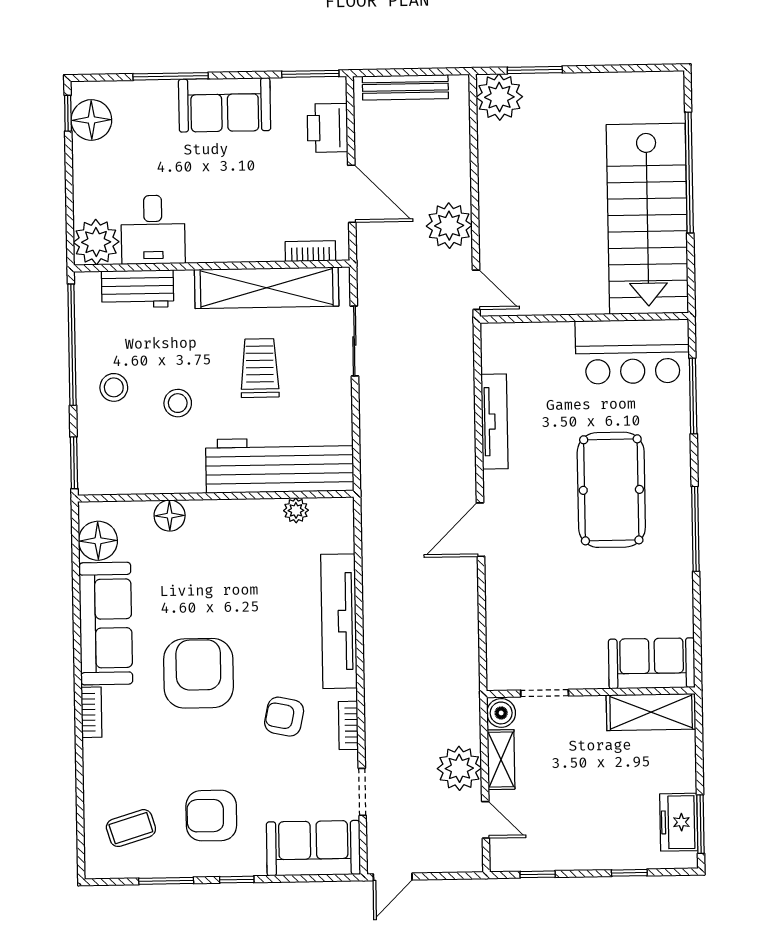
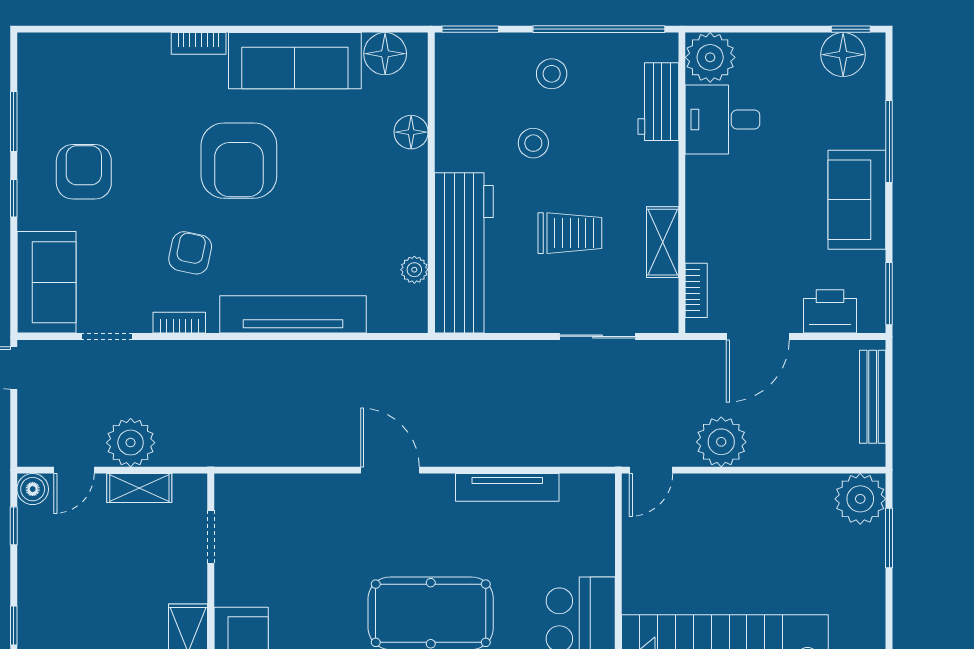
shelving: (267, 288) -> (663, 242), width x0.45, depth x0.75
armchair: (198, 673) -> (239, 161), turned 90
boiler: (501, 713) -> (33, 489), moved
coffee table: (131, 828) -> (72, 84), removed

